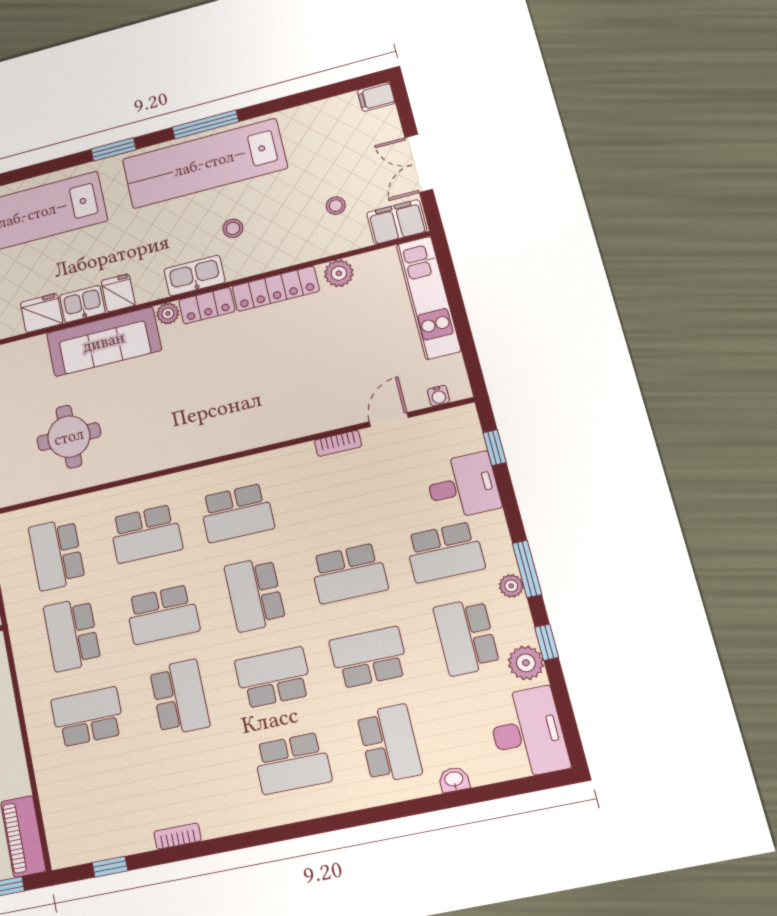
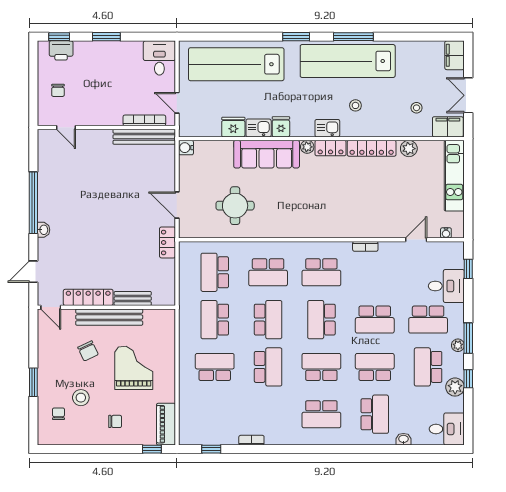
filing cabinet: (376, 97) -> (455, 55), width x2.00
kitchen sink: (195, 276) -> (327, 128), width x0.73
bookcase: (338, 443) -> (365, 246), moved
school desk: (163, 614) -> (268, 320), turned -90
desk: (528, 733) -> (447, 429), width x0.73

